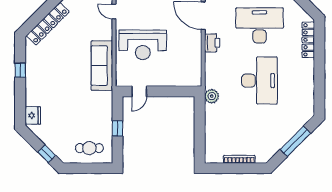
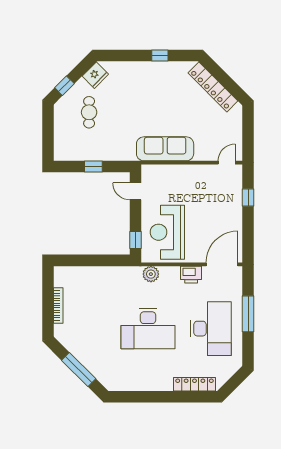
reception desk: (143, 45) -> (167, 232), moved
window: (182, 91) -> (136, 240), added
plant: (212, 96) -> (151, 274), moved
fridge: (33, 115) -> (95, 75), moved, turned -45
cafe table: (89, 148) -> (89, 112), moved

